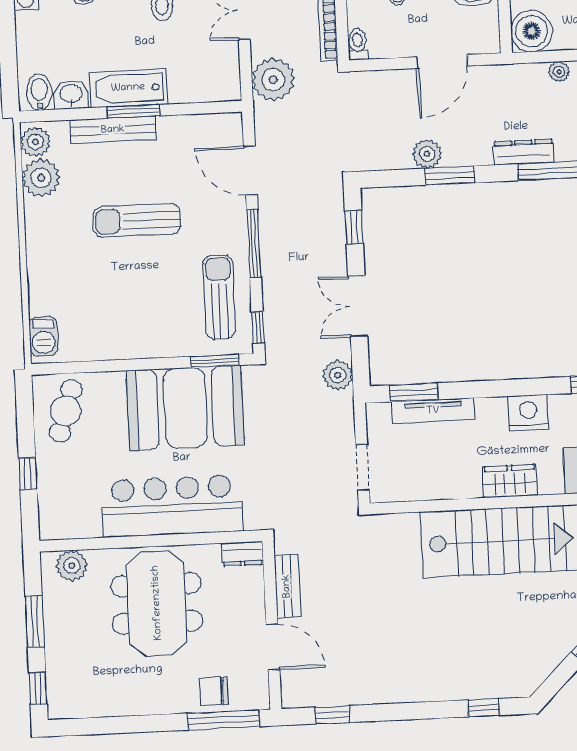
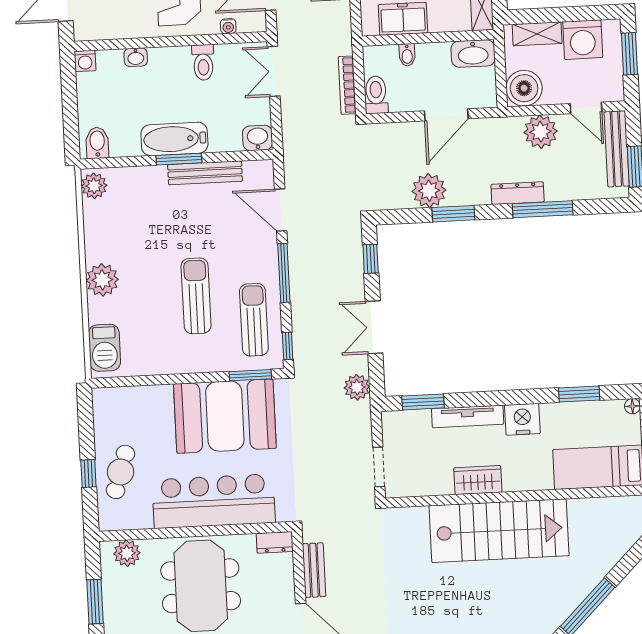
toilet: (358, 44) -> (376, 95), width x1.37, depth x1.39
plant: (559, 72) -> (540, 132), width x1.88, depth x1.88
plant: (273, 80) -> (300, 131), removed
washbasin: (71, 95) -> (258, 138), moved
bench: (113, 130) -> (205, 173), moved
plant: (427, 154) -> (429, 191), width x1.36, depth x1.36
plant: (41, 178) -> (102, 280), moved
sun lounger: (137, 220) -> (196, 296), moved, turned 90
barbecue: (43, 336) -> (104, 348), width x1.38, depth x1.27
cafe table: (66, 411) -> (121, 472), moved
tv unit: (433, 411) -> (468, 416), moved
wardrobe: (510, 481) -> (478, 480), moved

